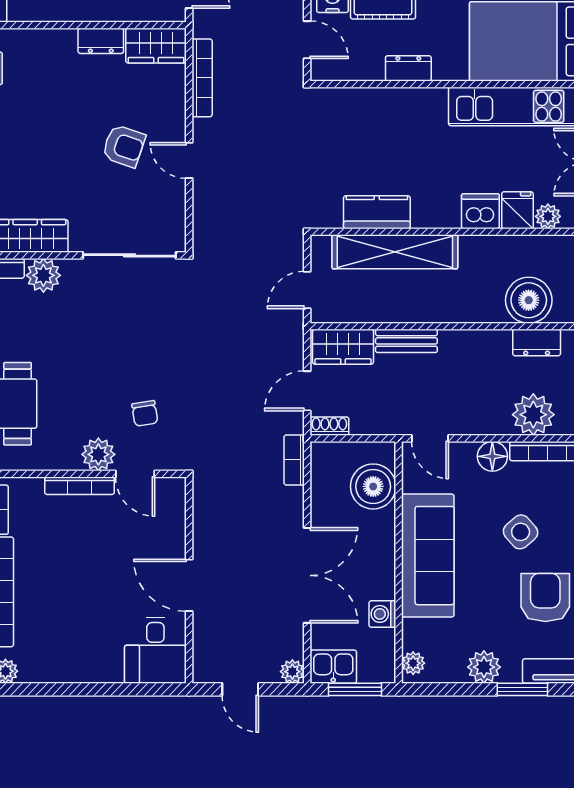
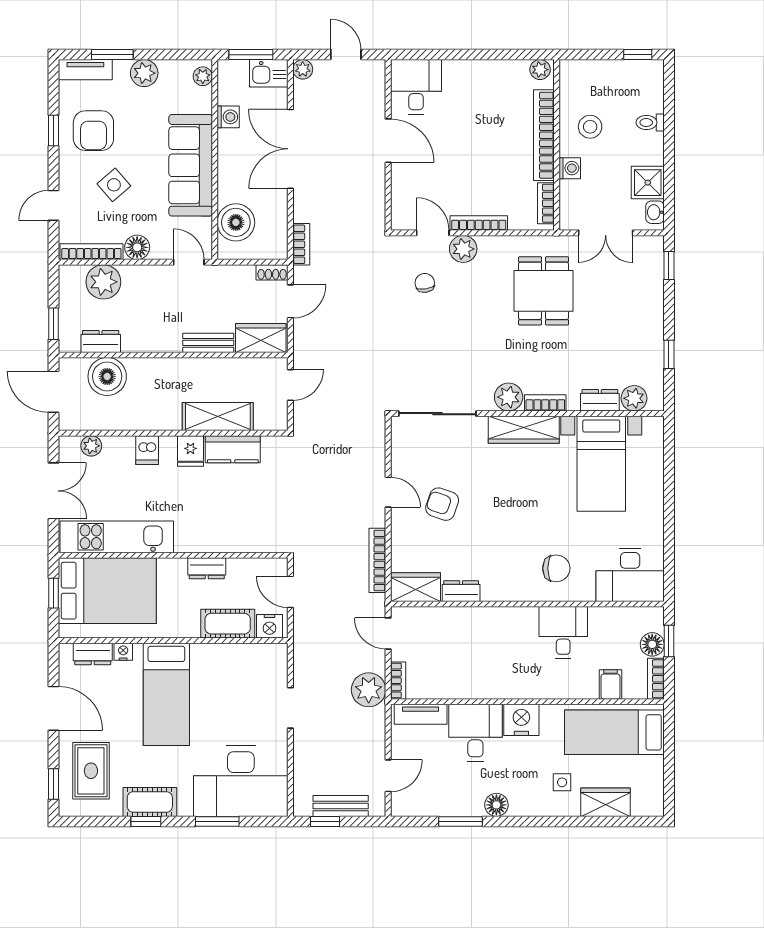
fridge: (517, 210) -> (190, 451), moved
dishwasher: (480, 211) -> (147, 450), width x0.73
shelving: (395, 252) -> (218, 417), width x0.68

